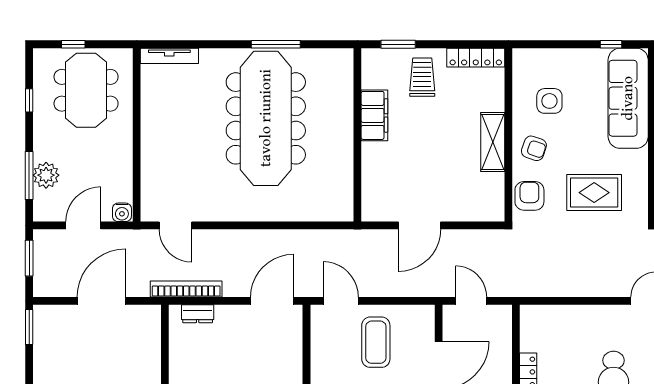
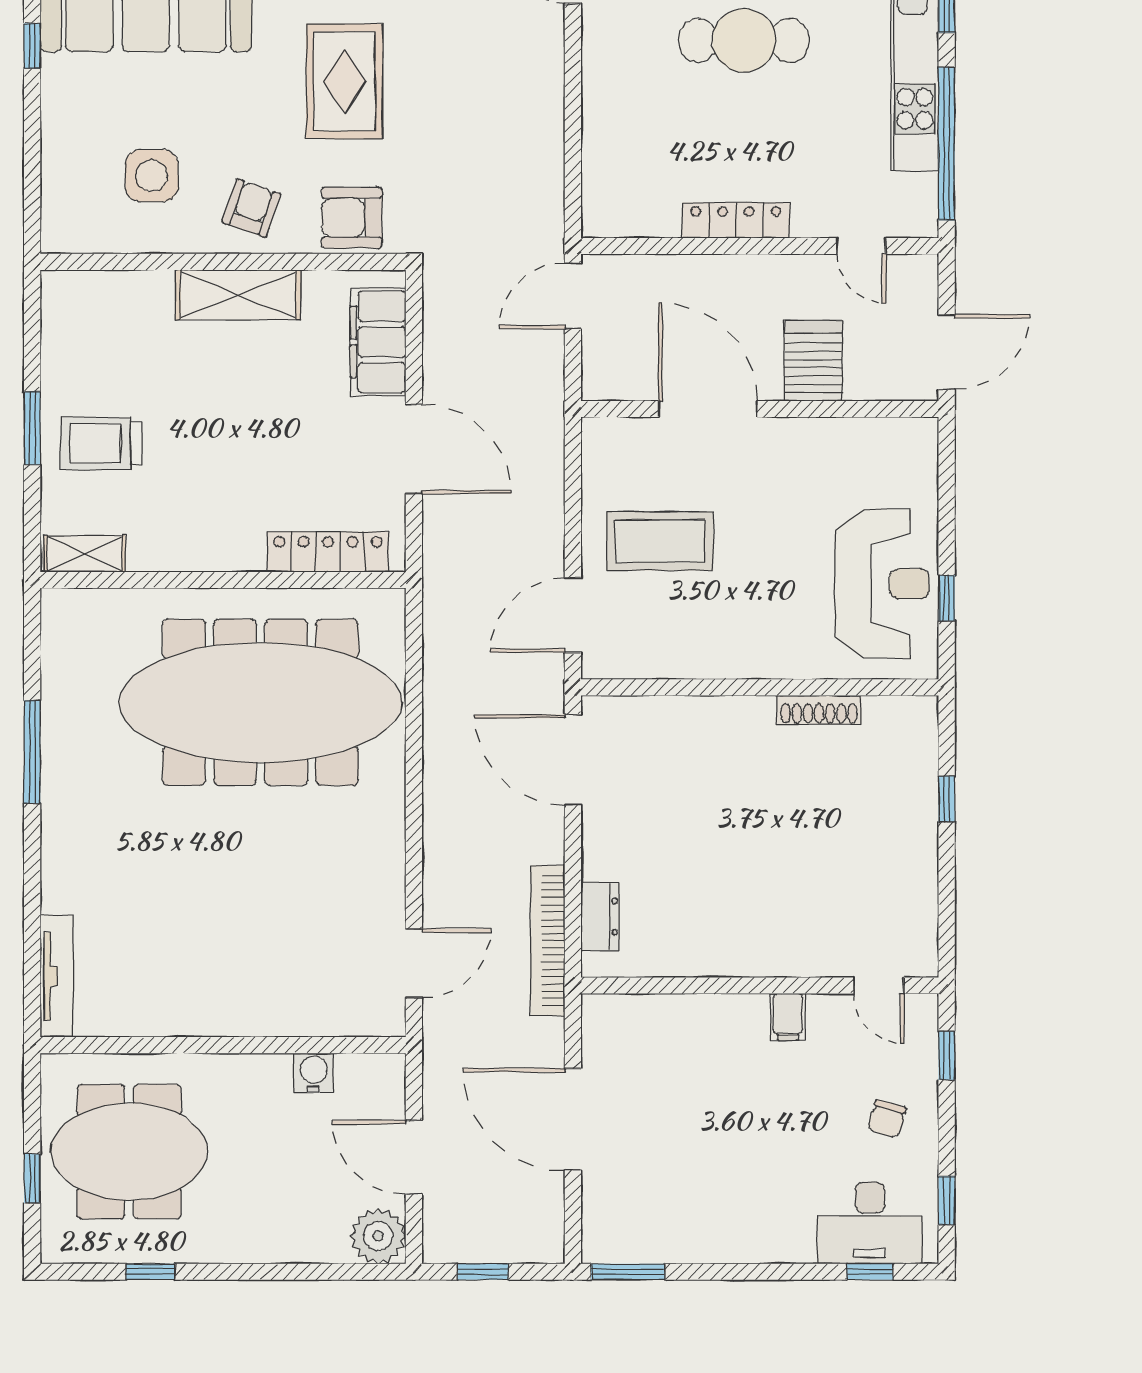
window: (398, 44) -> (32, 428), moved
locker: (476, 58) -> (328, 552), moved, turned -90
shelving: (370, 69) -> (84, 554), added
filing cabinet: (374, 115) -> (378, 342), moved, turned -90
meeting table: (266, 118) -> (261, 702), moved
window: (29, 175) -> (309, 1272), removed
plant: (46, 175) -> (378, 1236), moved
water cooler: (122, 212) -> (314, 1073), moved, turned -90
window: (29, 258) -> (483, 1272), width x0.67
door: (471, 301) -> (573, 296), moved

